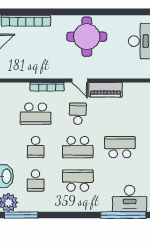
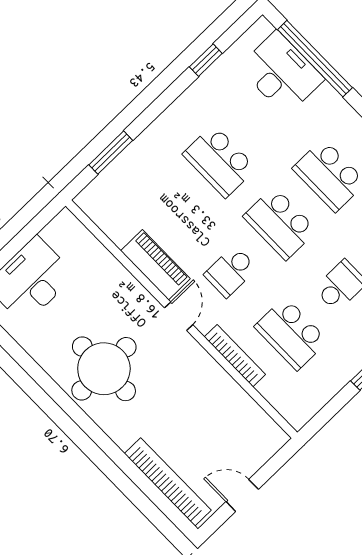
school desk: (36, 114) -> (291, 334), turned 180
school desk: (78, 147) -> (280, 223), turned 180

